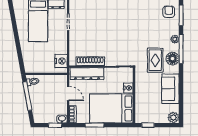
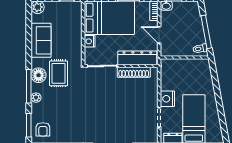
nightstand: (61, 61) -> (167, 99), moved

